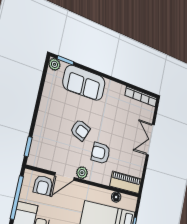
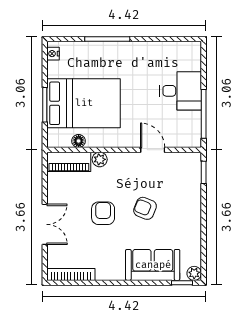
armchair: (101, 153) -> (103, 213), moved, turned -90
plant: (82, 173) -> (100, 159), moved
door: (64, 176) -> (153, 150), hinge flipped
armchair: (43, 185) -> (176, 134), removed

